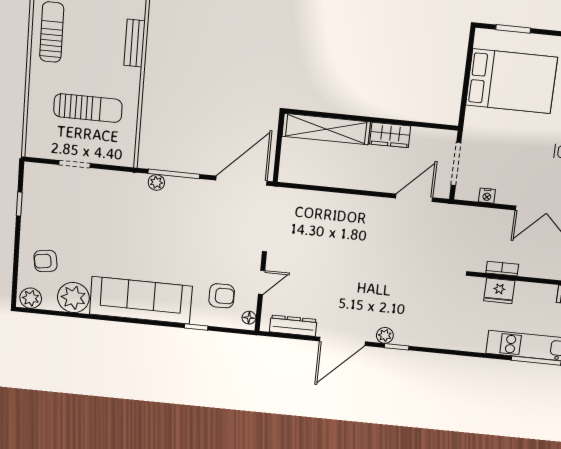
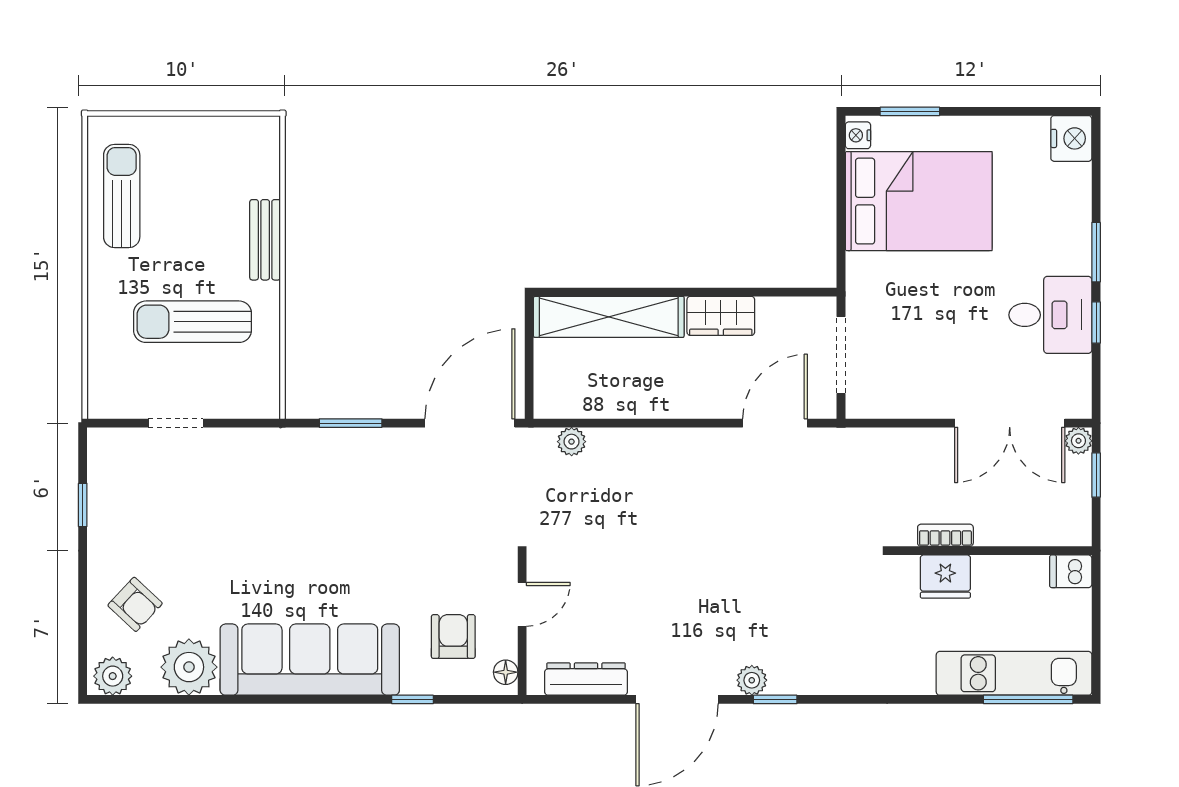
bench: (134, 43) -> (265, 240), moved
sun lounger: (88, 108) -> (192, 322), turned 180
window: (174, 174) -> (351, 423), width x0.69
plant: (156, 182) -> (572, 442), moved
nightstand: (487, 196) -> (858, 135), moved, turned 90
armchair: (45, 261) -> (135, 604), turned -129
armchair: (222, 296) -> (453, 637), turned -90

